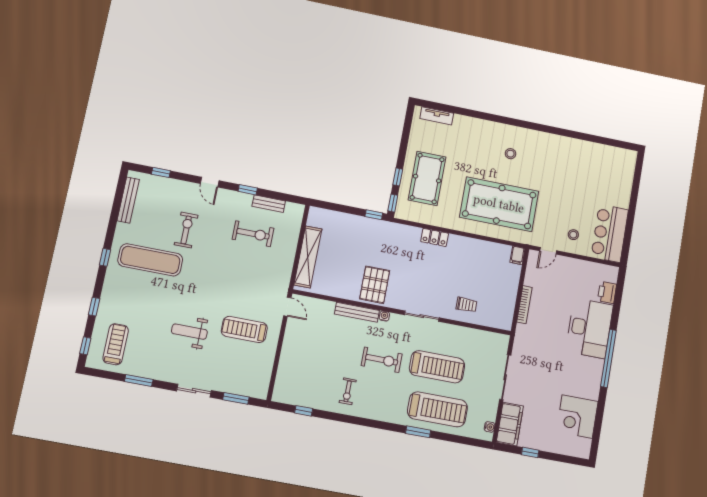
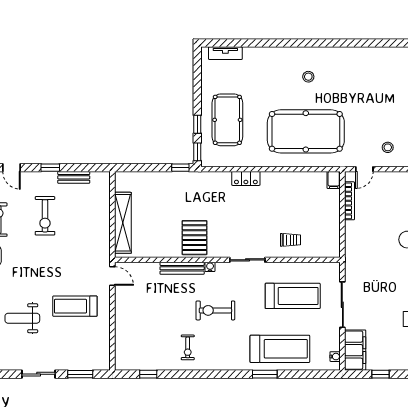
exercise bike: (253, 234) -> (45, 216), moved, turned 90
bookcase: (524, 305) -> (349, 201), moved
exercise bike: (382, 360) -> (215, 310), turned 180
treadmill: (437, 367) -> (293, 296), moved

